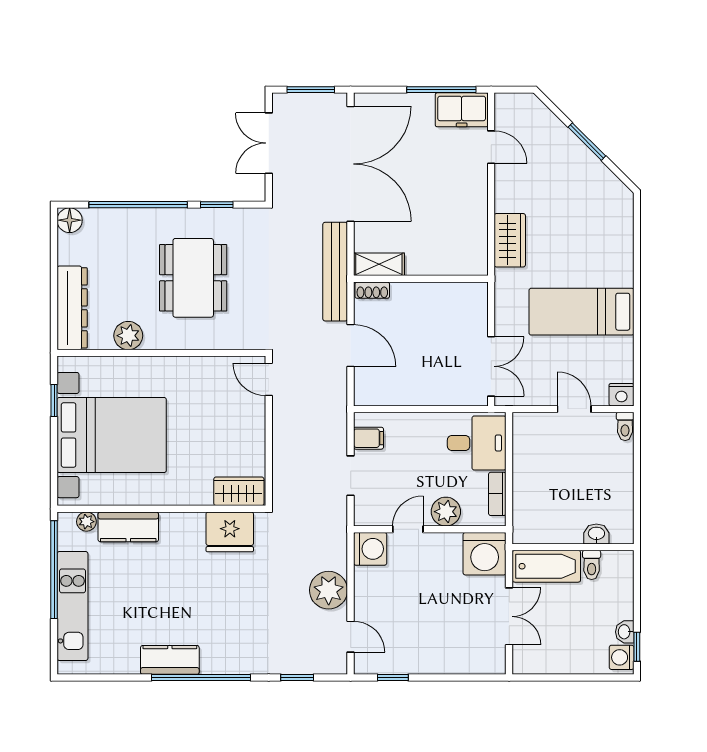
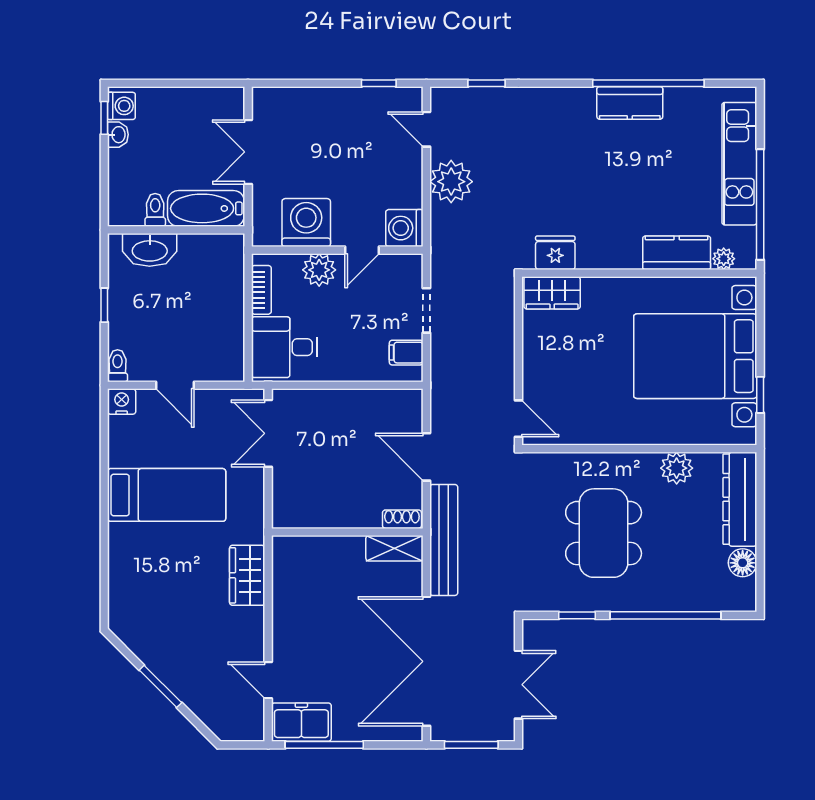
floor lamp: (70, 220) -> (743, 563), moved
window: (637, 480) -> (104, 305), added
fridge: (230, 532) -> (555, 253), width x0.73, depth x0.75
washbasin: (596, 534) -> (150, 250), width x1.91, depth x1.45
washing machine: (485, 554) -> (306, 223), moved
window: (201, 678) -> (648, 83), moved

